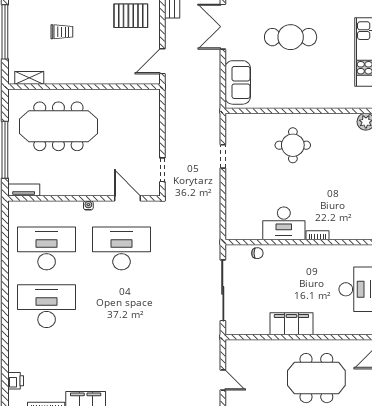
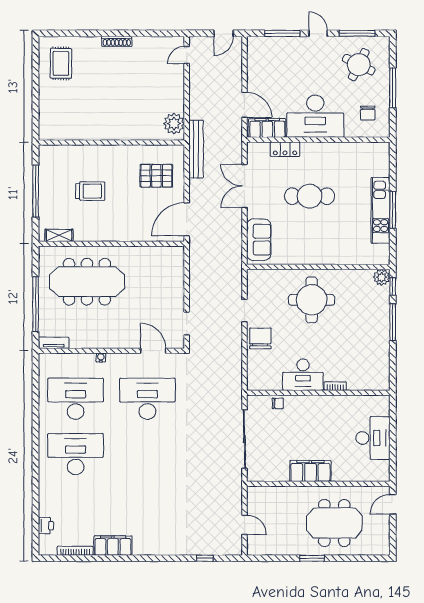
trolley: (62, 32) -> (90, 191), width x1.36, depth x1.39
door: (162, 61) -> (187, 219), width x1.36
round table: (293, 145) -> (312, 300), width x1.36, depth x1.36
chair: (239, 186) -> (260, 338), added
water cooler: (88, 205) -> (101, 358), moved

